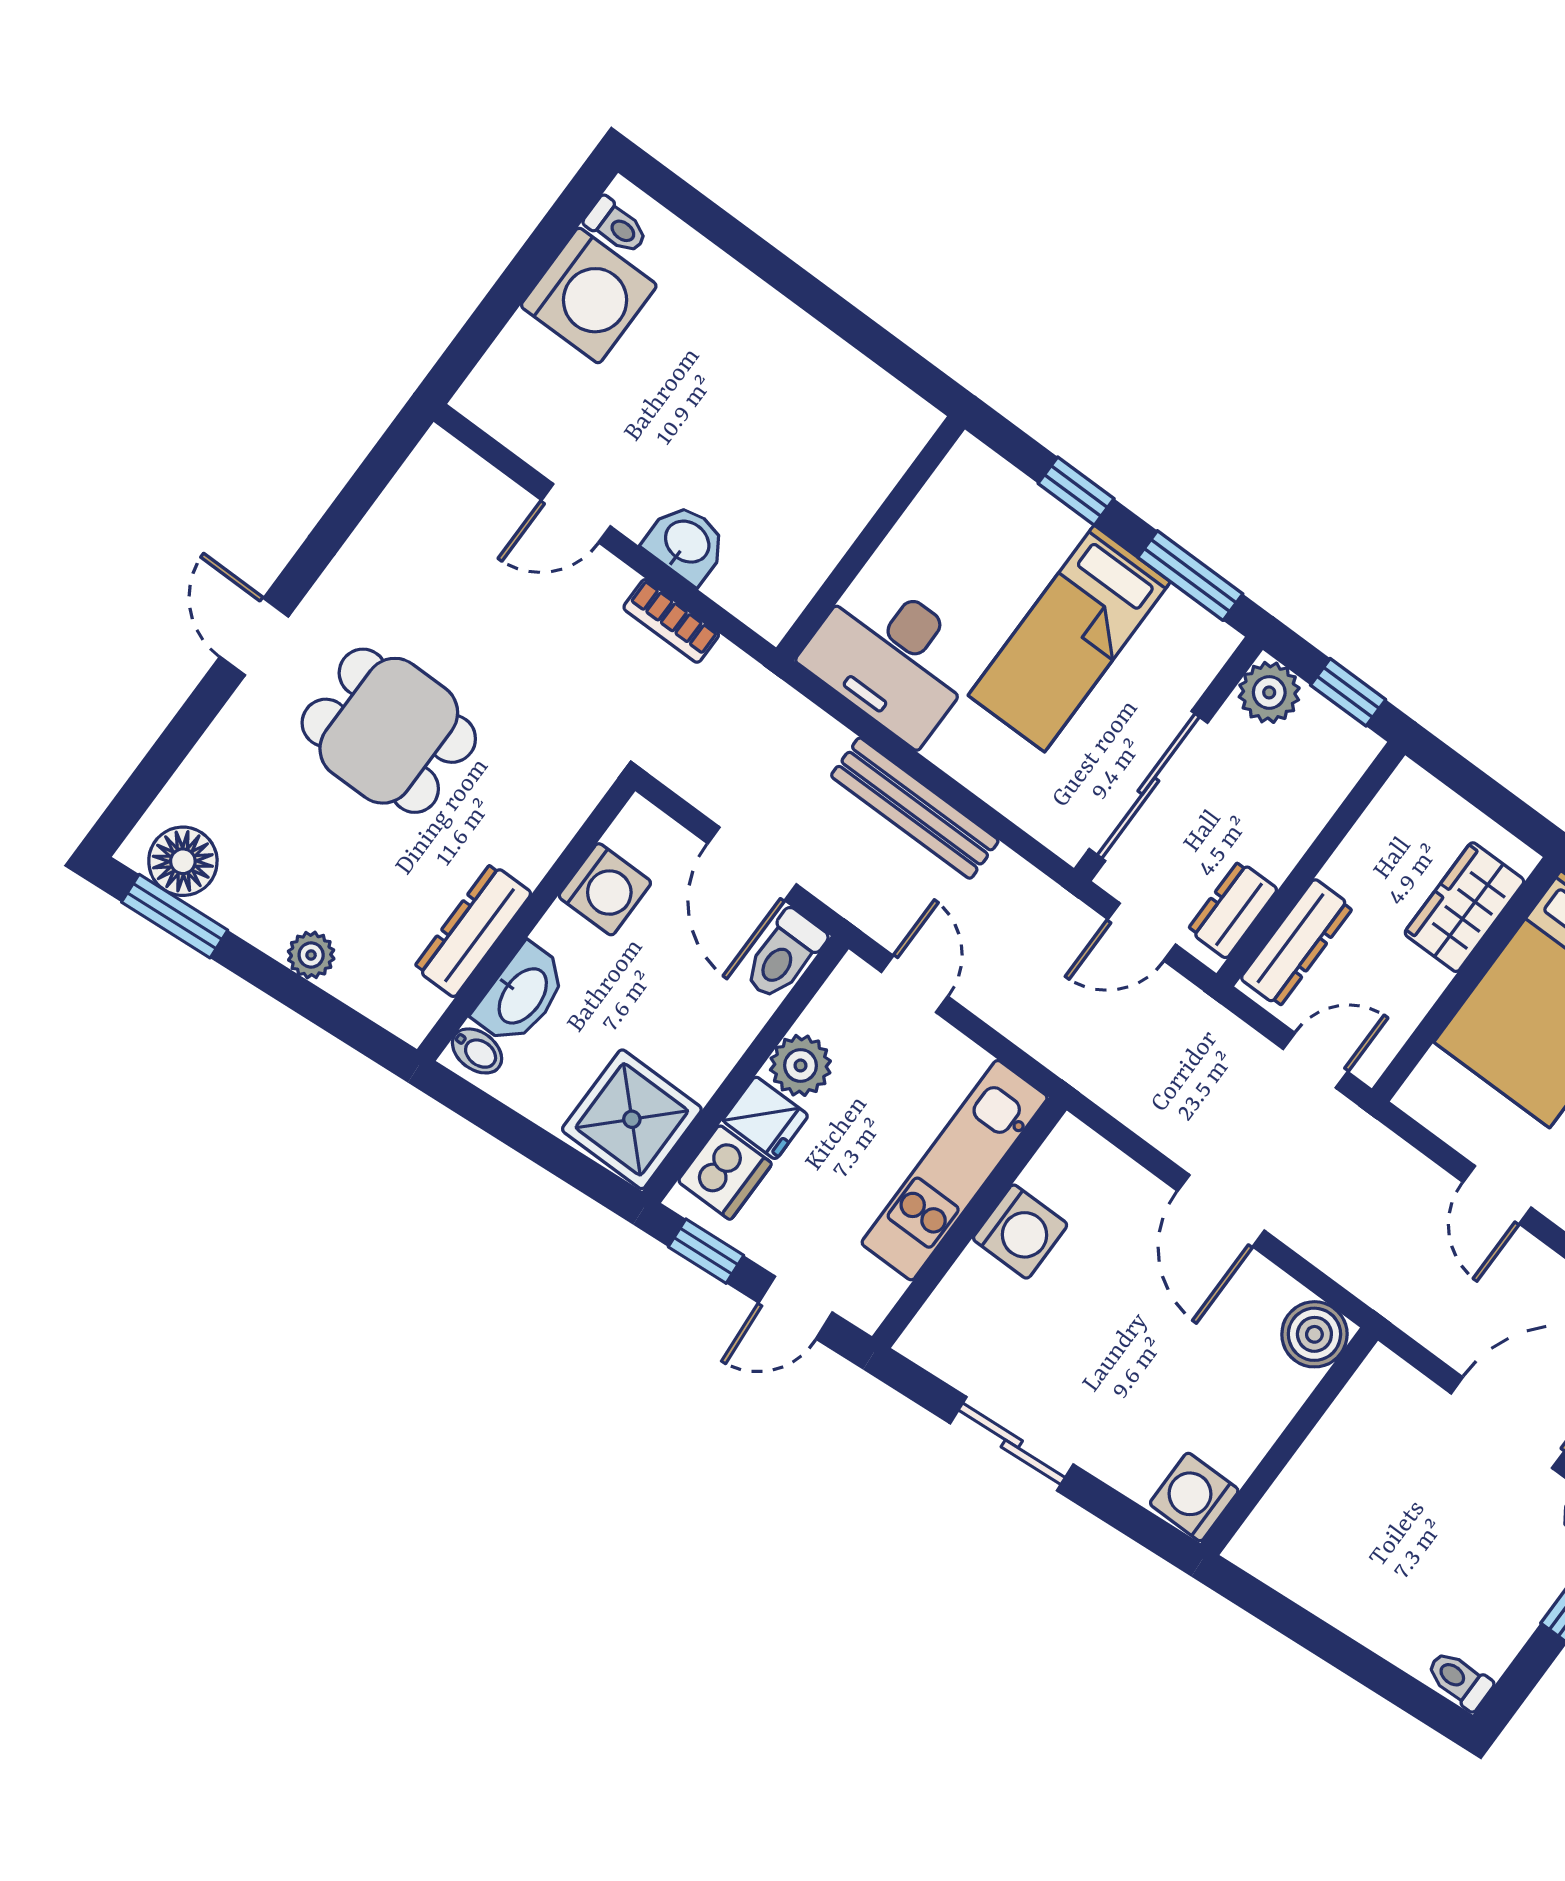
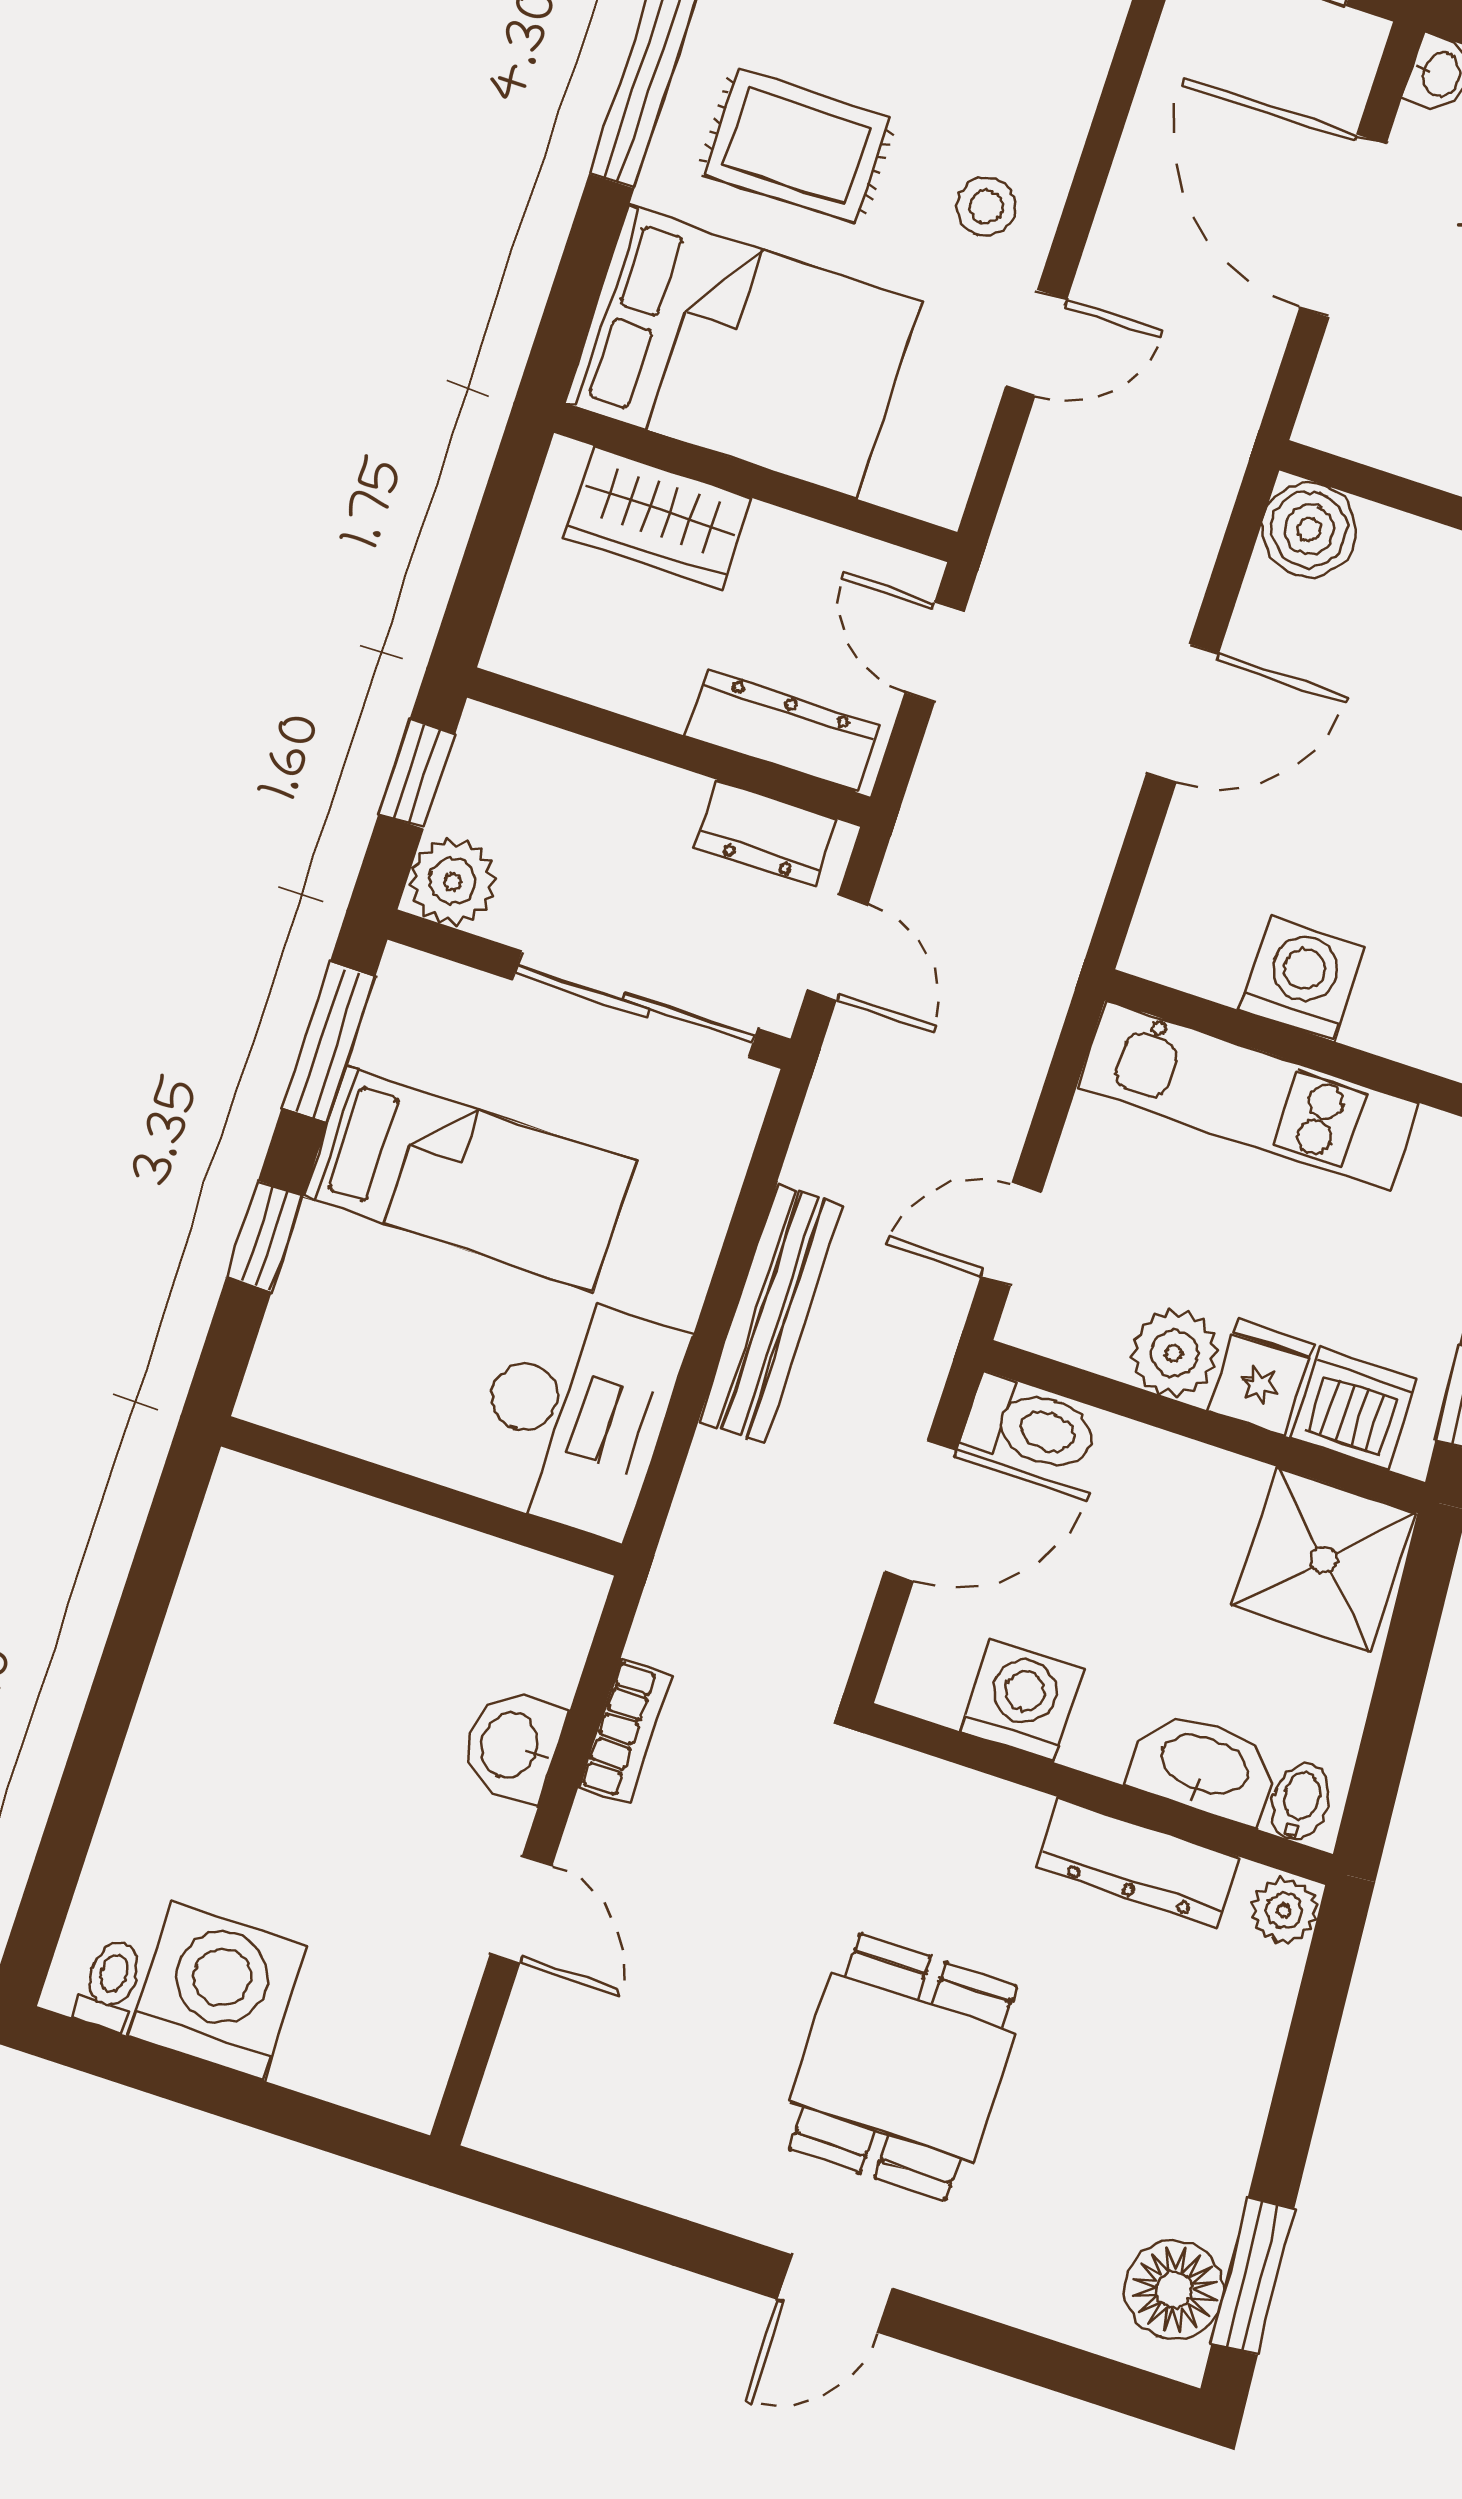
plant: (311, 955) -> (1284, 1911), moved

